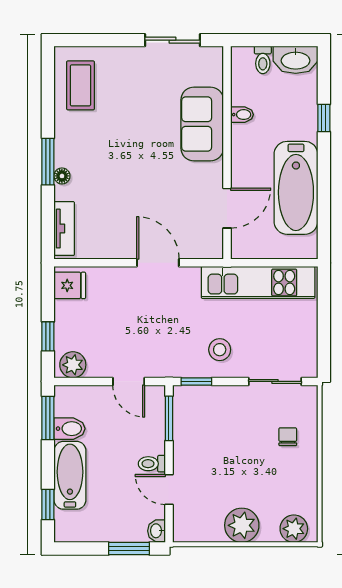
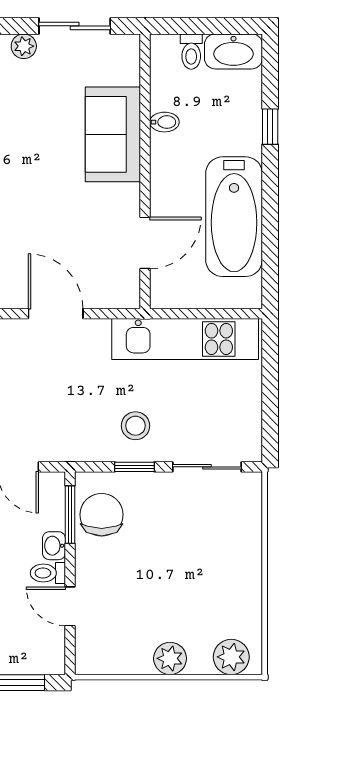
plant: (133, 56) -> (24, 46), added
window: (196, 381) -> (134, 467), moved
chair: (288, 437) -> (102, 515), moved, width x1.87, depth x1.87
plant: (242, 525) -> (170, 658), width x0.73, depth x0.73
washbasin: (157, 531) -> (54, 546), moved

